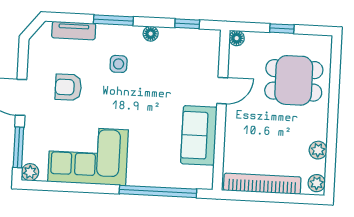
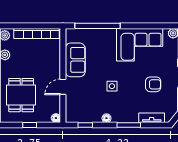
side table: (119, 64) -> (112, 86), moved
dining table: (294, 80) -> (21, 95), turned 90

